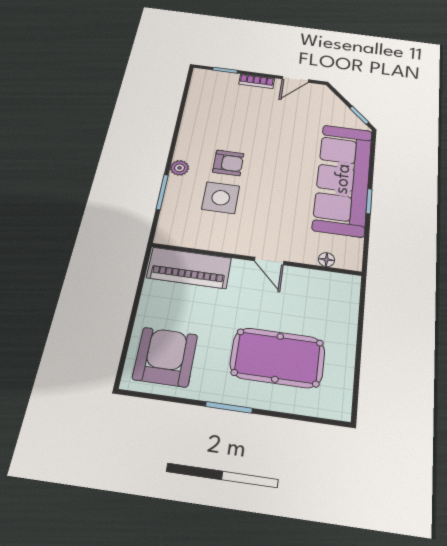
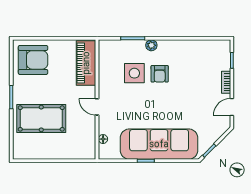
door: (295, 79) -> (232, 107), hinge flipped
door: (269, 261) -> (97, 107), hinge flipped
pool table: (278, 358) -> (41, 118), turned 90

